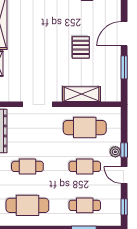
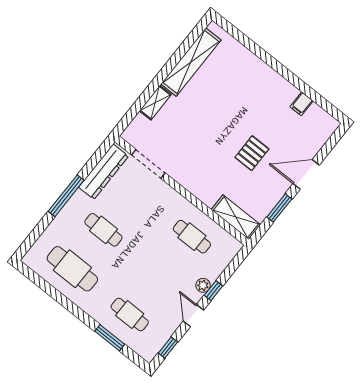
shelving: (81, 94) -> (236, 217), moved
doorway: (38, 104) -> (148, 164), moved
cafe table: (85, 128) -> (192, 237), width x0.73, depth x0.74
cafe table: (85, 166) -> (161, 276), removed

